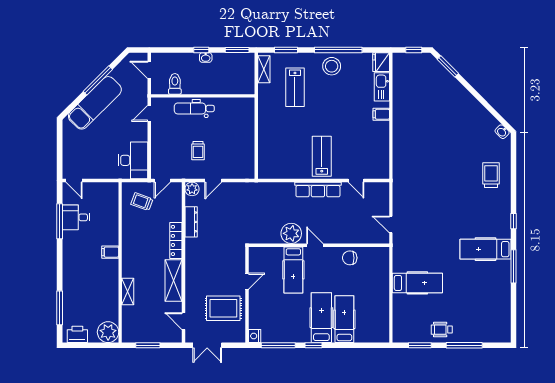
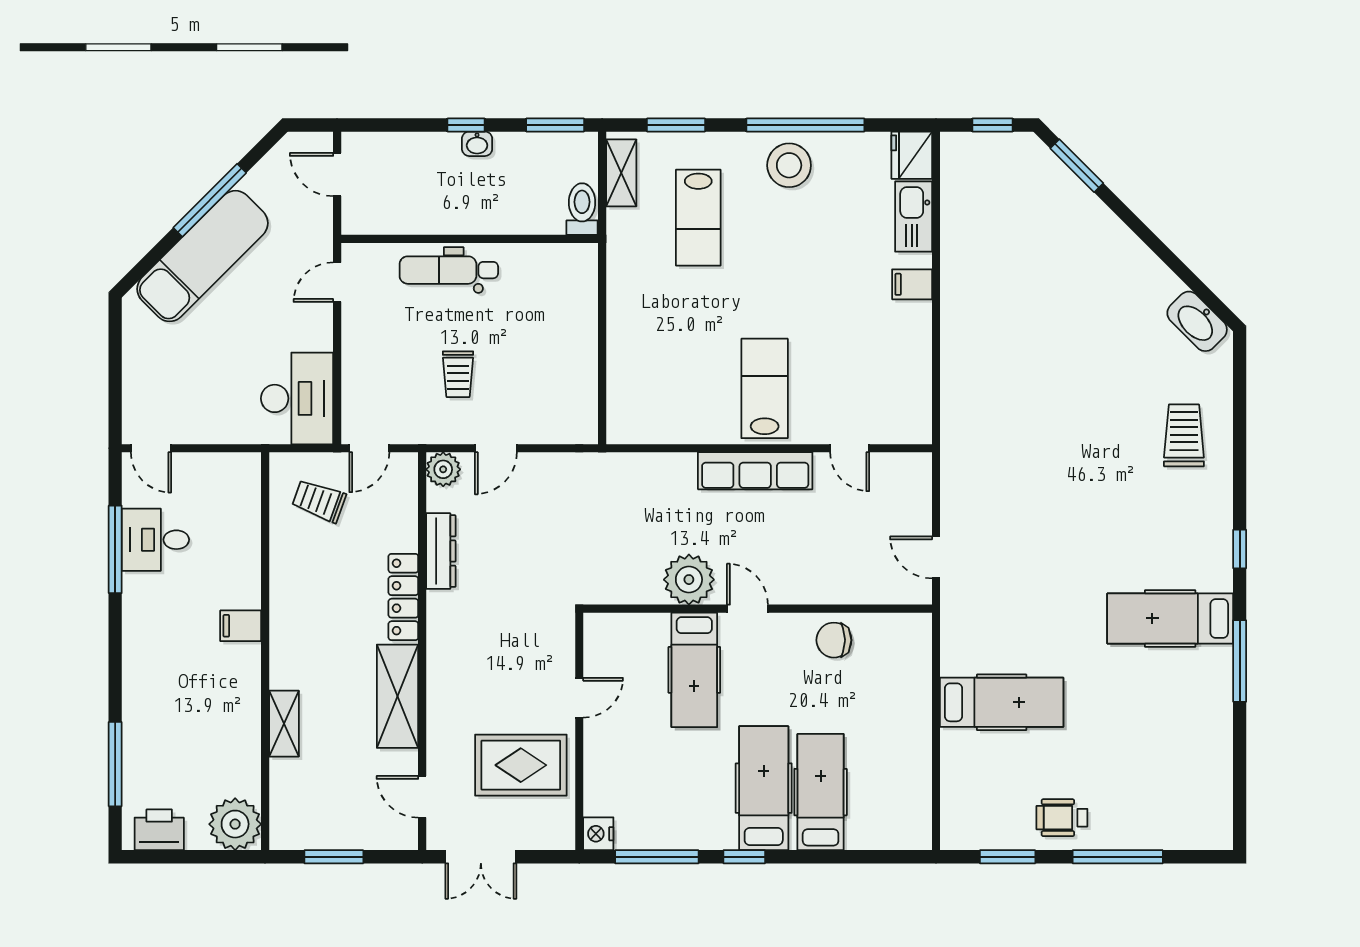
toilet: (175, 84) -> (582, 209), moved
washbasin: (502, 132) -> (1197, 321), width x1.91, depth x1.45

